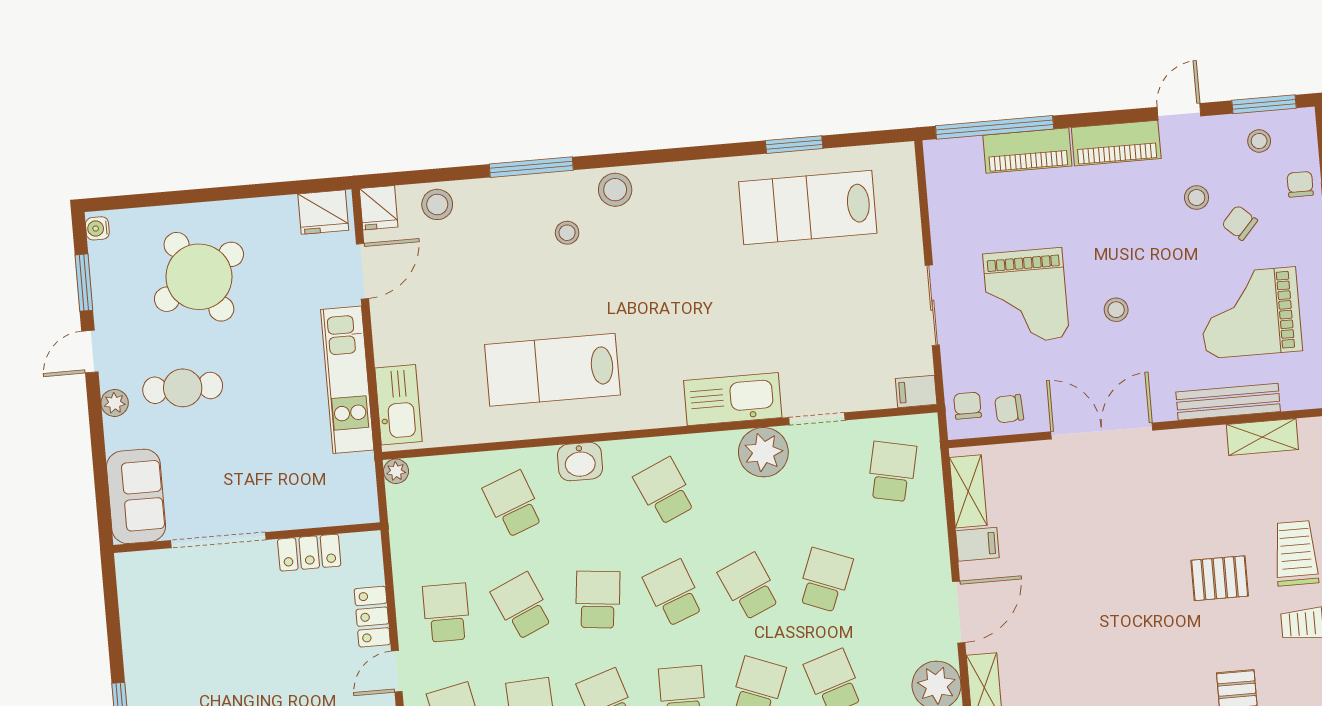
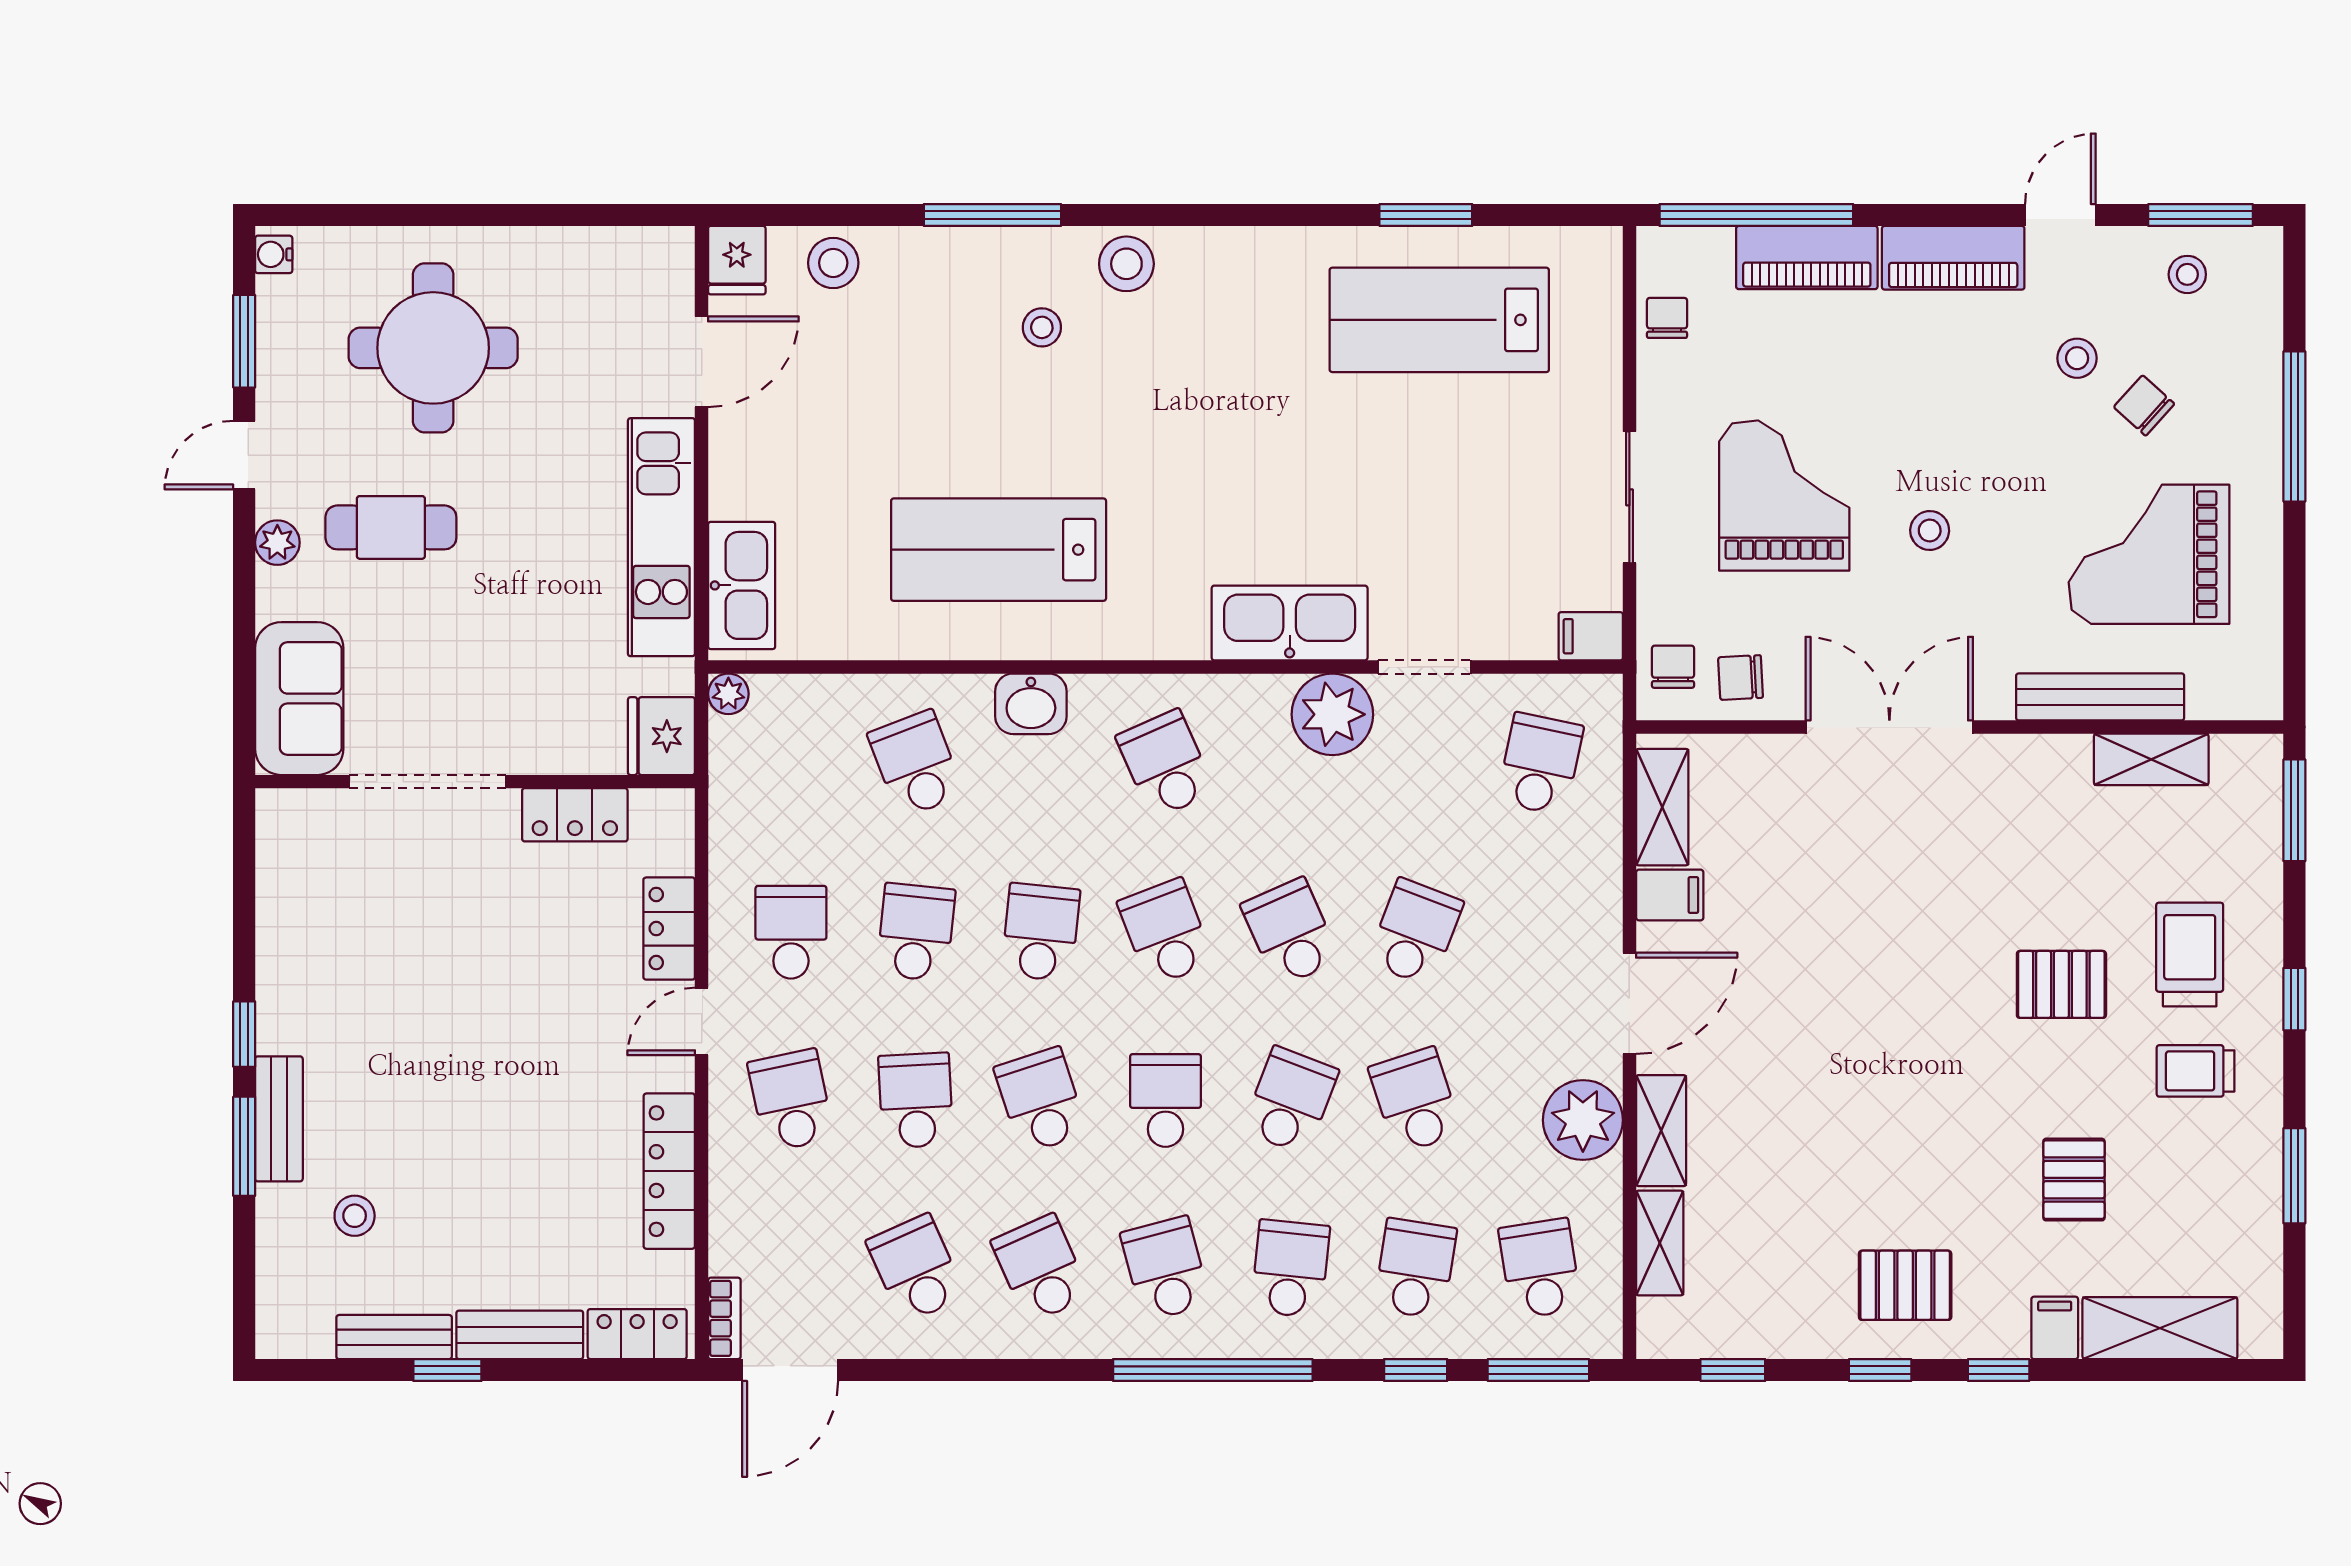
chair: (1300, 184) -> (1667, 318), moved
fridge: (323, 212) -> (661, 736), moved, turned 90
round table: (199, 277) -> (433, 348), turned 30
grand piano: (1026, 296) -> (1784, 496), turned 180
school desk: (522, 606) -> (916, 932), turned 30

